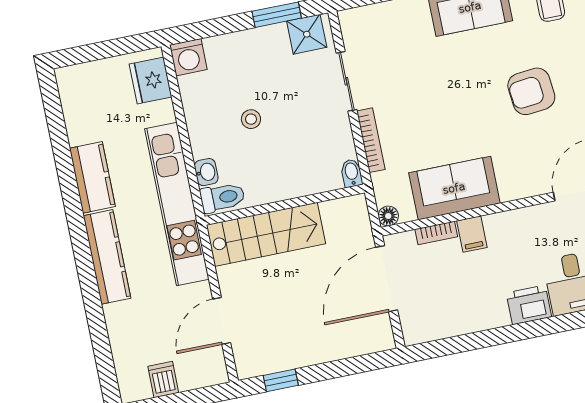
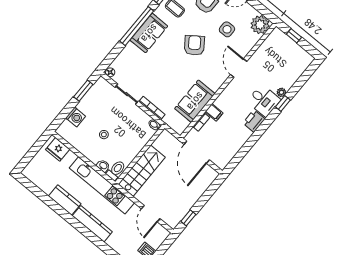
shower: (307, 34) -> (99, 89), removed
washing machine: (188, 57) -> (76, 117), moved
armchair: (531, 91) -> (194, 45), turned 150
floor lamp: (388, 216) -> (110, 72), moved

